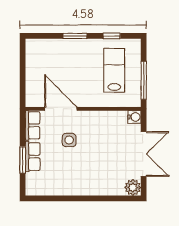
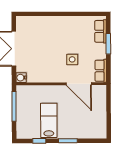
lab bench: (114, 70) -> (49, 120), moved, turned 180
row of seats: (33, 157) -> (100, 31), moved
plant: (133, 187) -> (22, 22), removed

